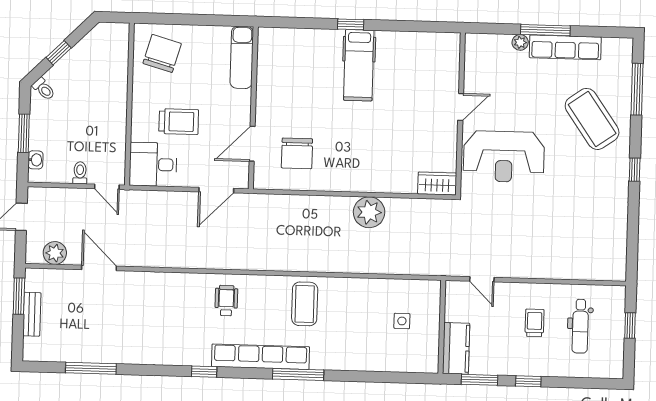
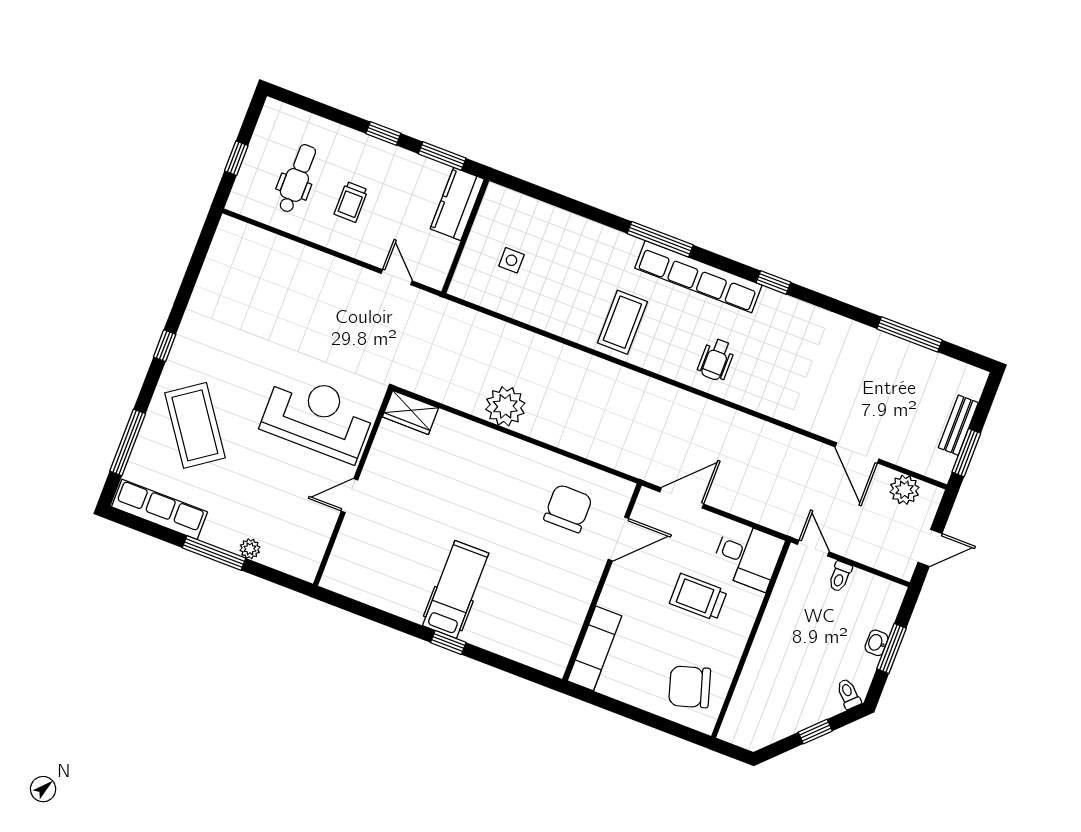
row of seats: (565, 47) -> (159, 509), moved
chair: (162, 53) -> (690, 687), turned 57
washbasin: (35, 160) -> (877, 643), moved

